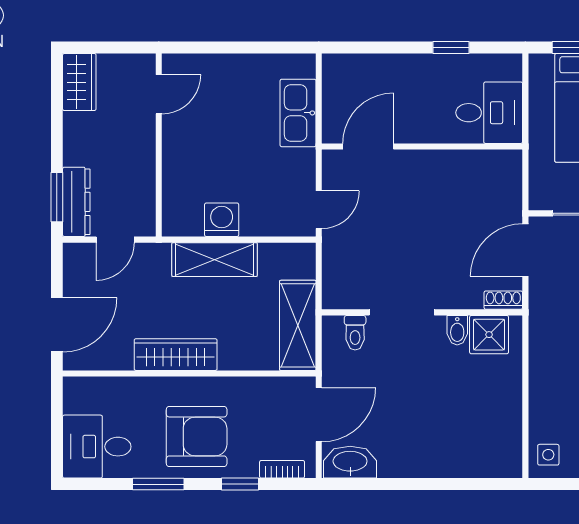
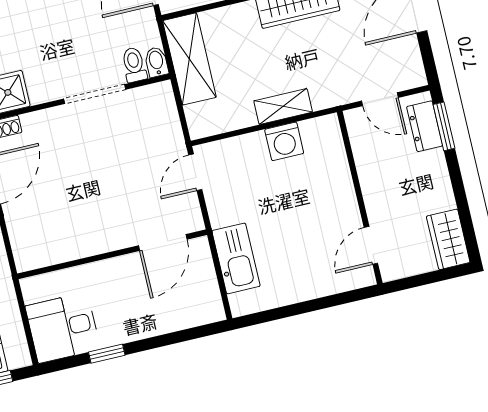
desk: (489, 113) -> (63, 328), moved
dresser: (76, 202) -> (425, 126), width x0.70
door: (115, 240) -> (380, 99), swing flipped
shelving: (215, 260) -> (283, 106), width x0.67, depth x0.75
bidet: (457, 330) -> (156, 62), moved

